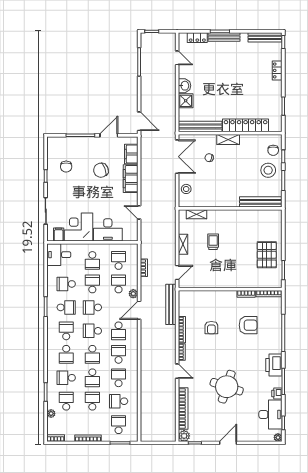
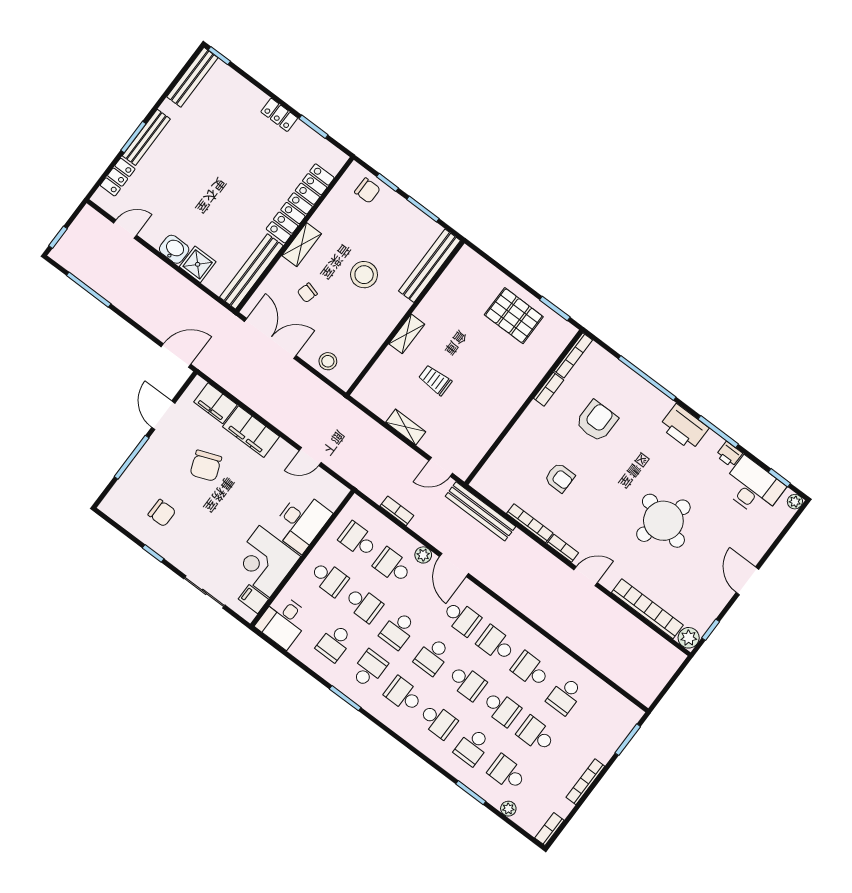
locker: (277, 70) -> (279, 115), moved
stool: (268, 170) -> (364, 275), moved
shelving: (197, 214) -> (407, 334), moved
door: (177, 272) -> (441, 467), swing flipped
school desk: (92, 284) -> (364, 604), turned 180
school desk: (119, 425) -> (599, 722), removed

